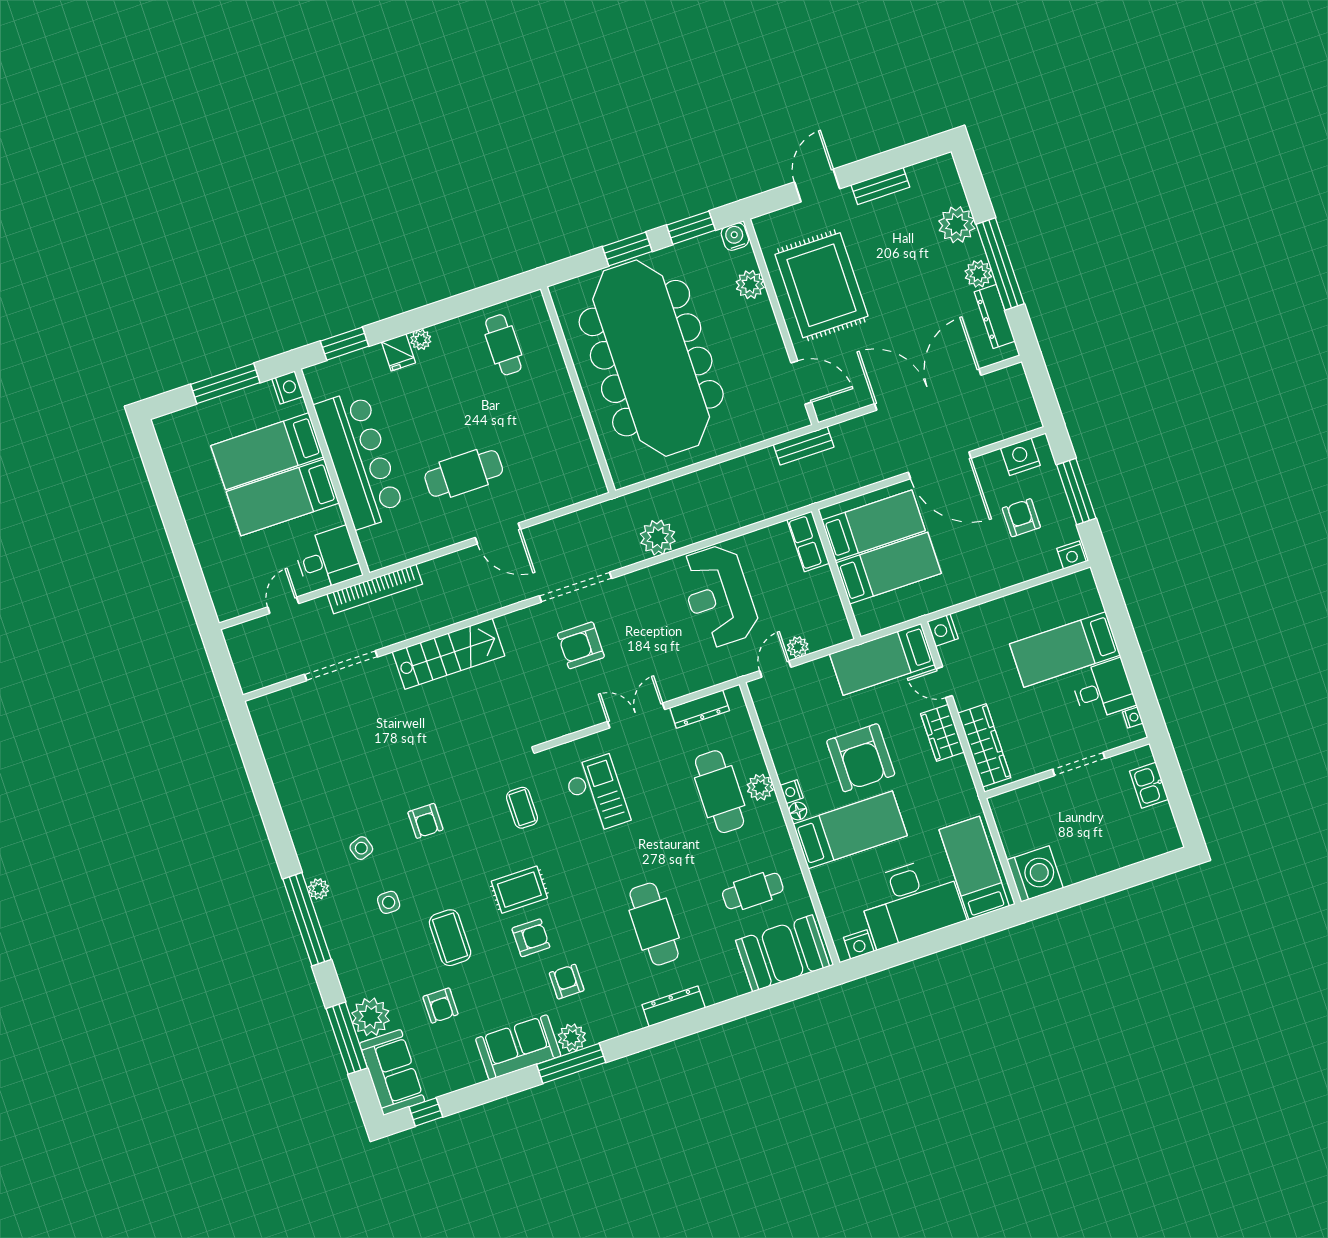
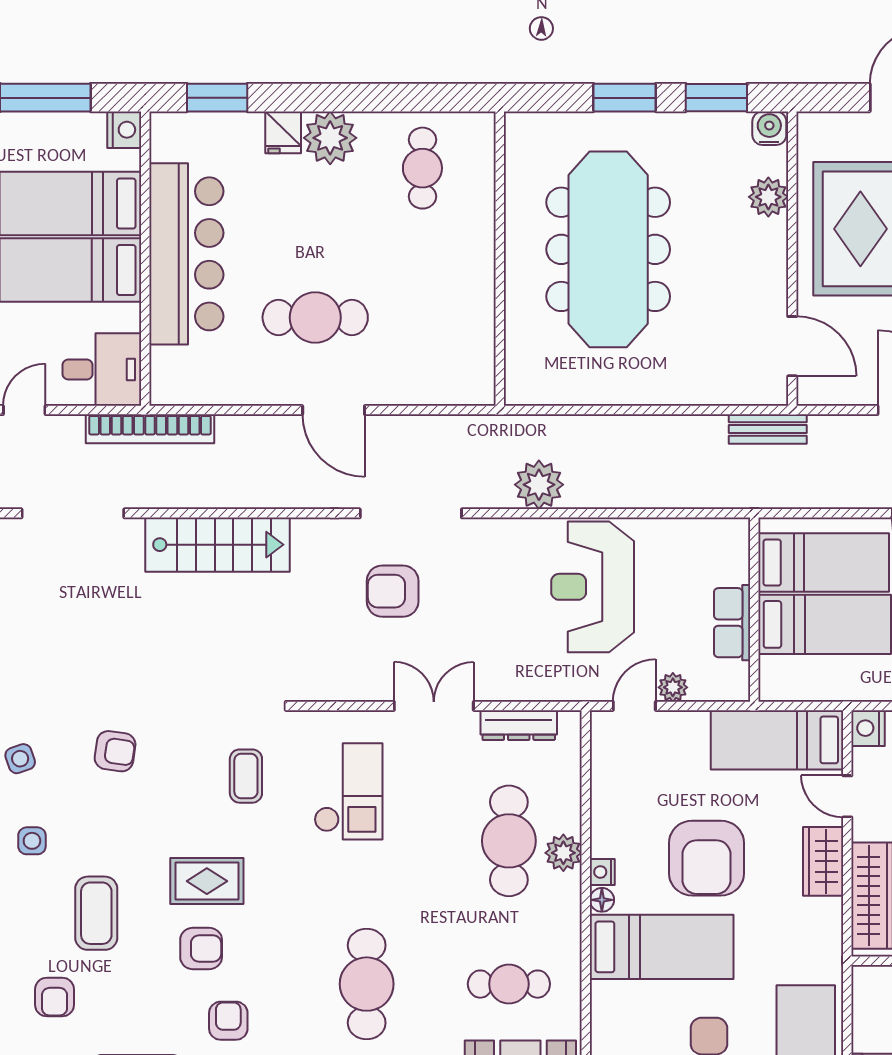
plant: (421, 340) -> (330, 138), width x1.88, depth x1.88
meeting table: (651, 358) -> (608, 249), width x0.73, depth x0.79
row of seats: (808, 541) -> (732, 623), moved
armchair: (425, 821) -> (115, 751), turned -82

